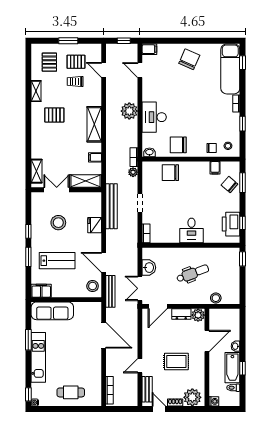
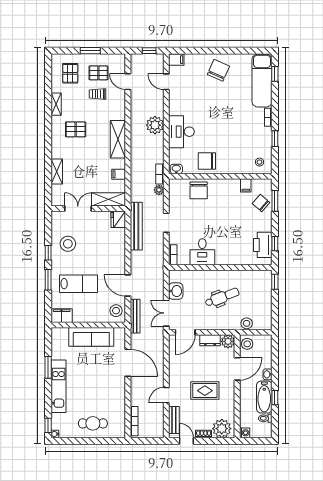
chair: (212, 148) -> (242, 164), removed
shelving: (37, 171) -> (57, 172), moved
chair: (170, 173) -> (199, 190), turned -90
stool: (58, 223) -> (68, 244), moved
fridge: (95, 225) -> (118, 219), moved
desk: (191, 230) -> (202, 252), moved
sofa: (52, 311) -> (91, 337), moved
stool: (216, 317) -> (247, 344), added

